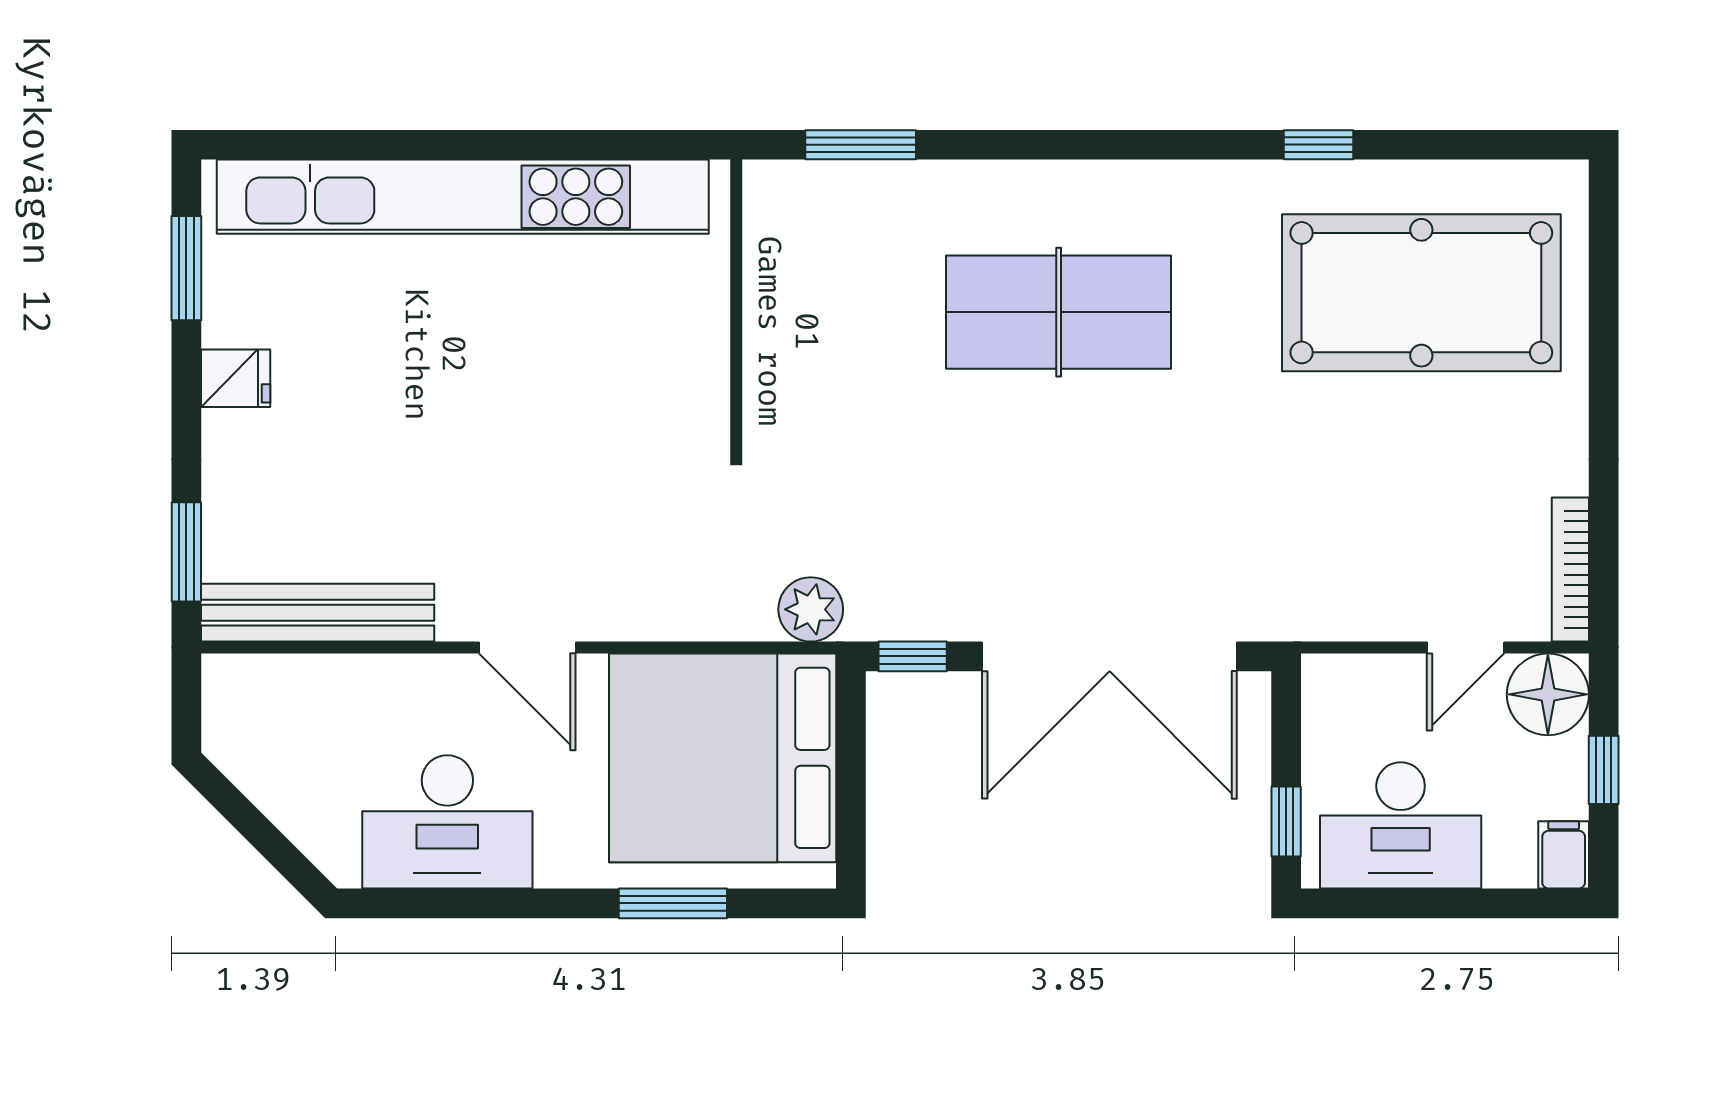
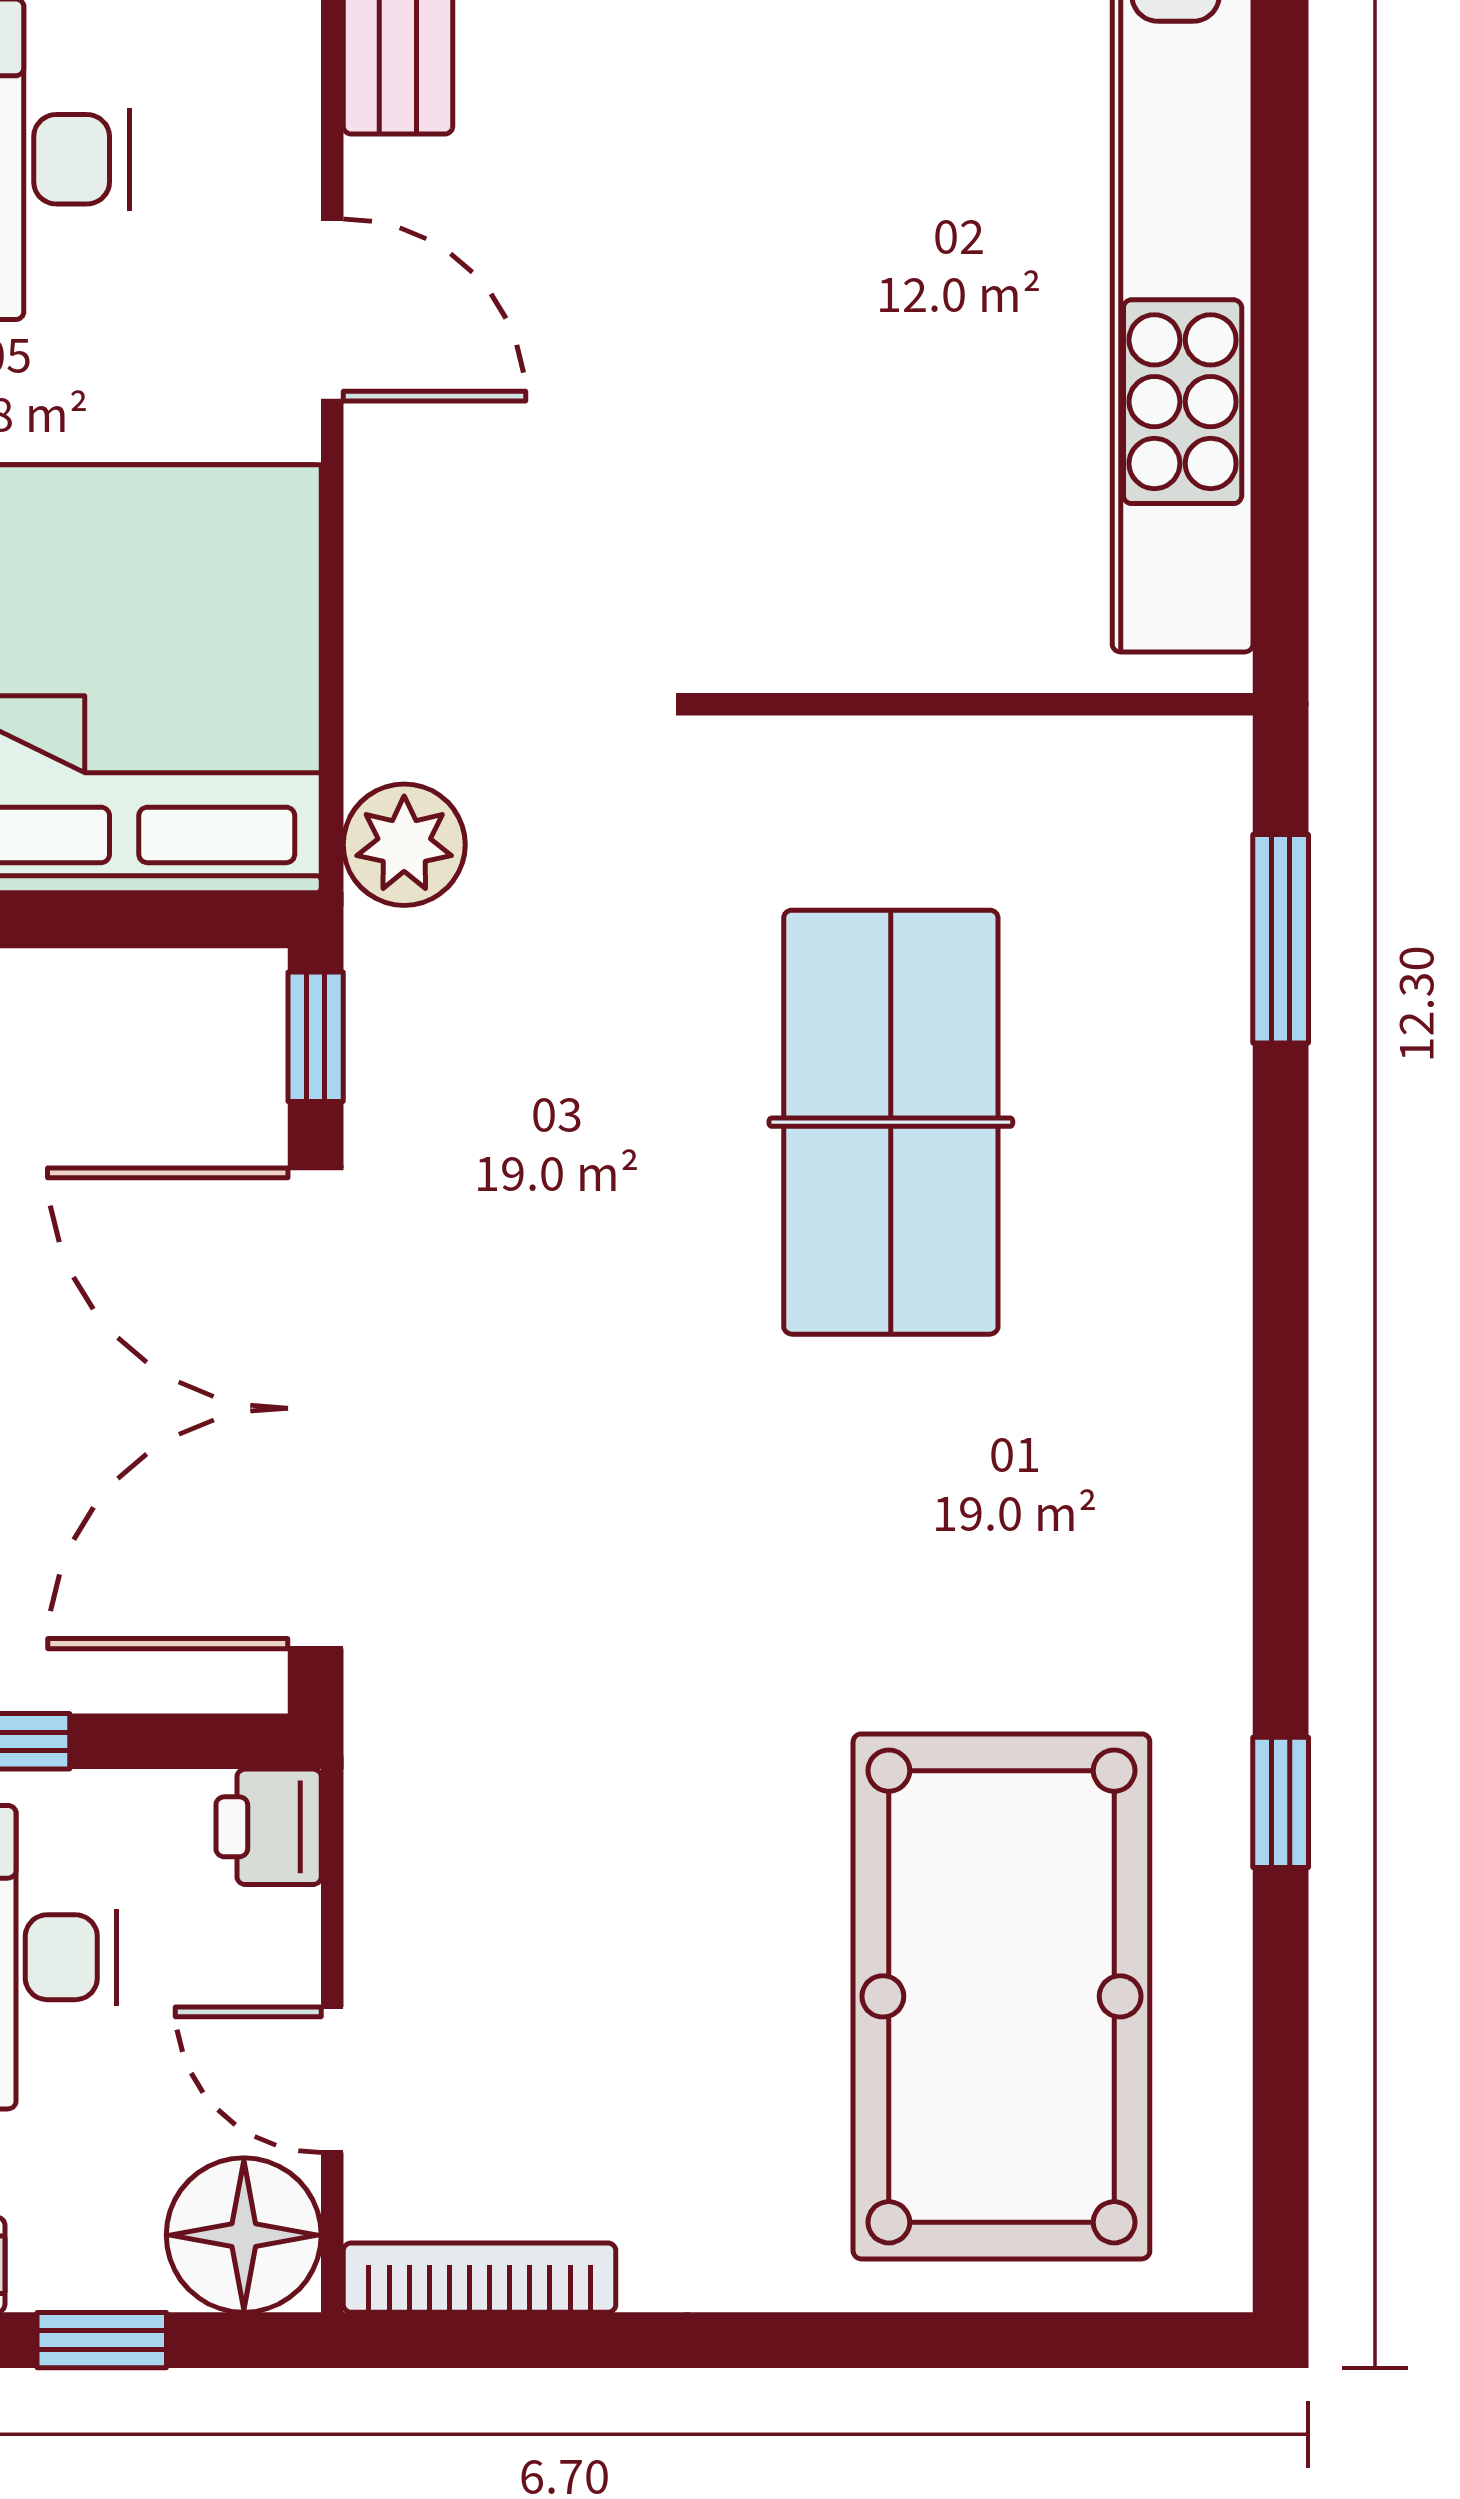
table tennis table: (1059, 312) -> (891, 1122), moved
door: (527, 648) -> (332, 310), swing flipped
printer: (1331, 681) -> (269, 1827), added

